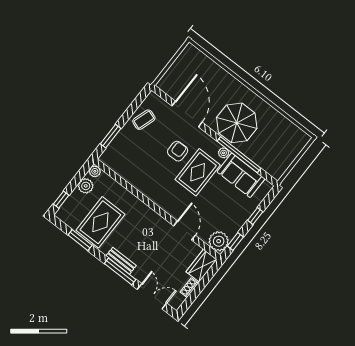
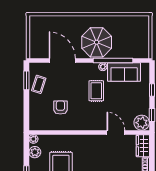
window: (111, 136) -> (26, 80), moved
armchair: (178, 151) -> (60, 108), moved
rug: (198, 172) -> (96, 91), width x0.73, depth x0.70

